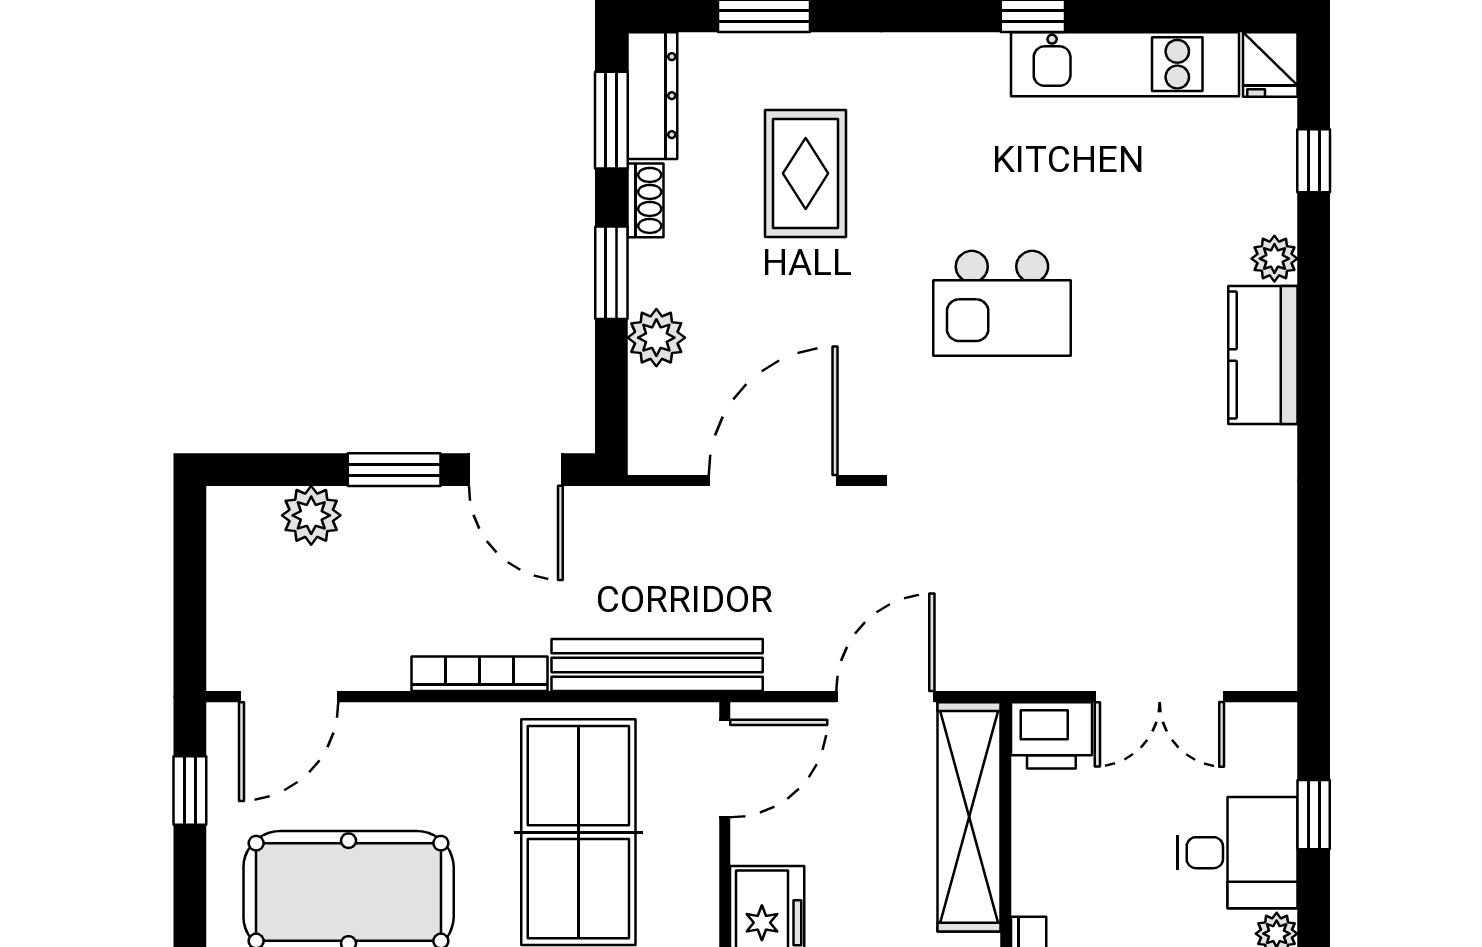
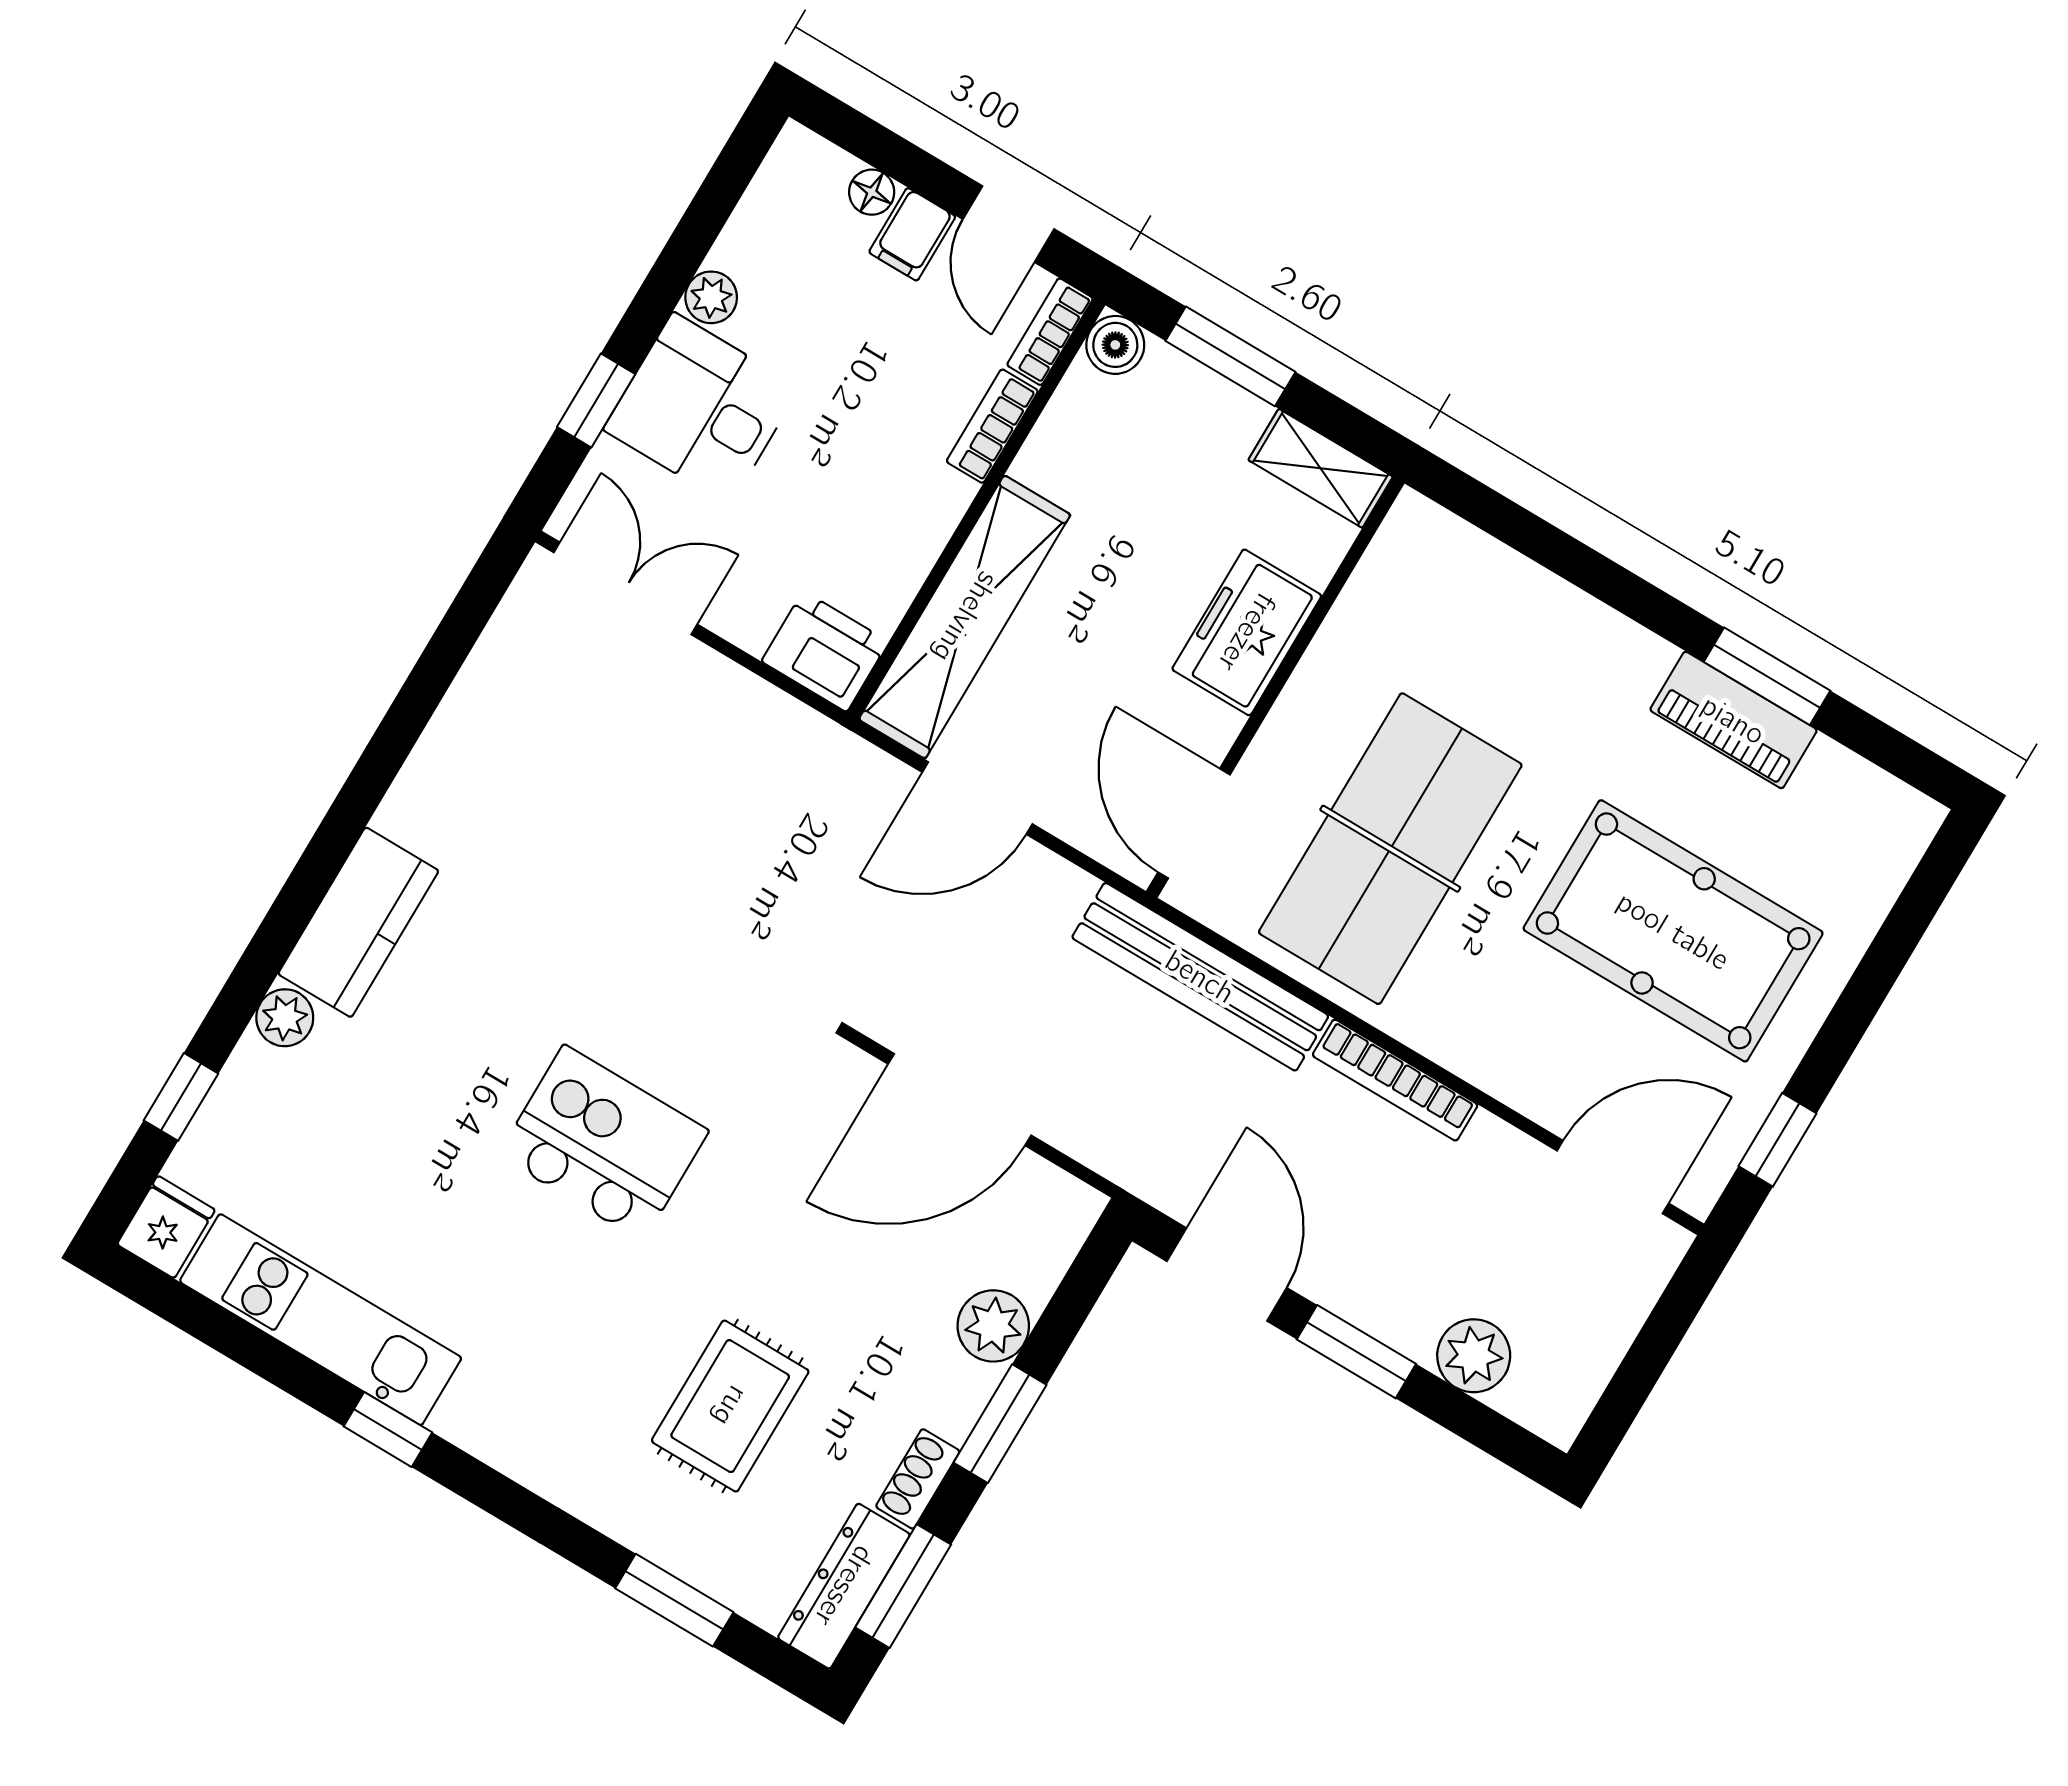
double door: (1160, 697) -> (626, 588), moved
door: (725, 769) -> (1194, 823), hinge flipped

